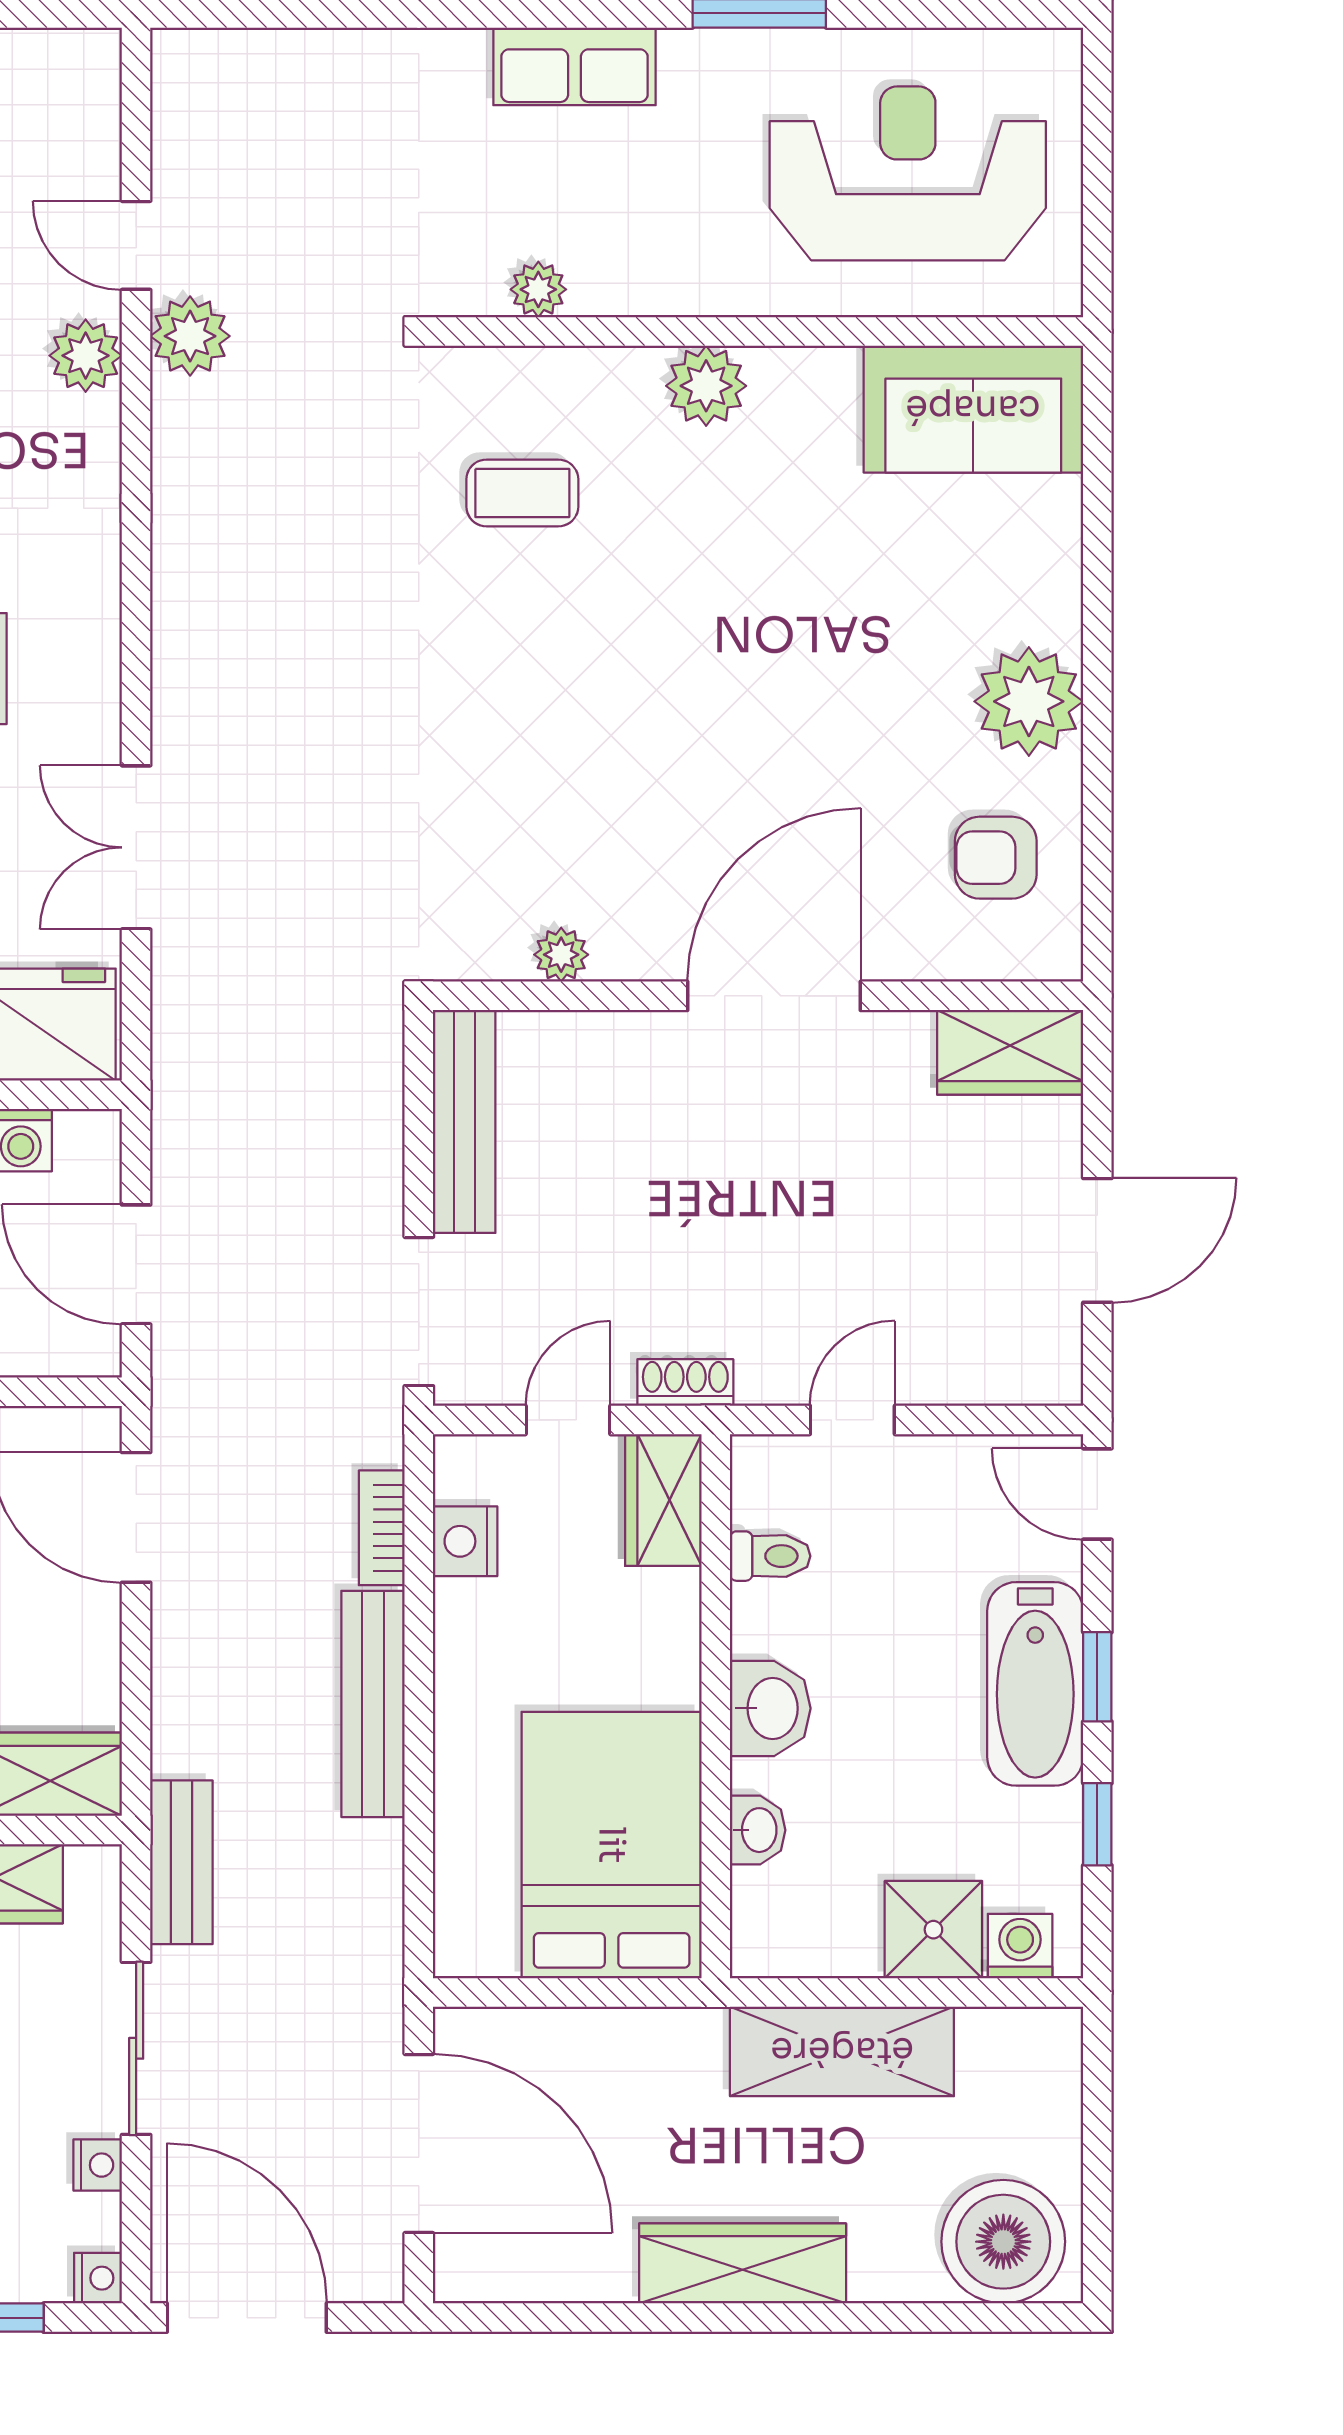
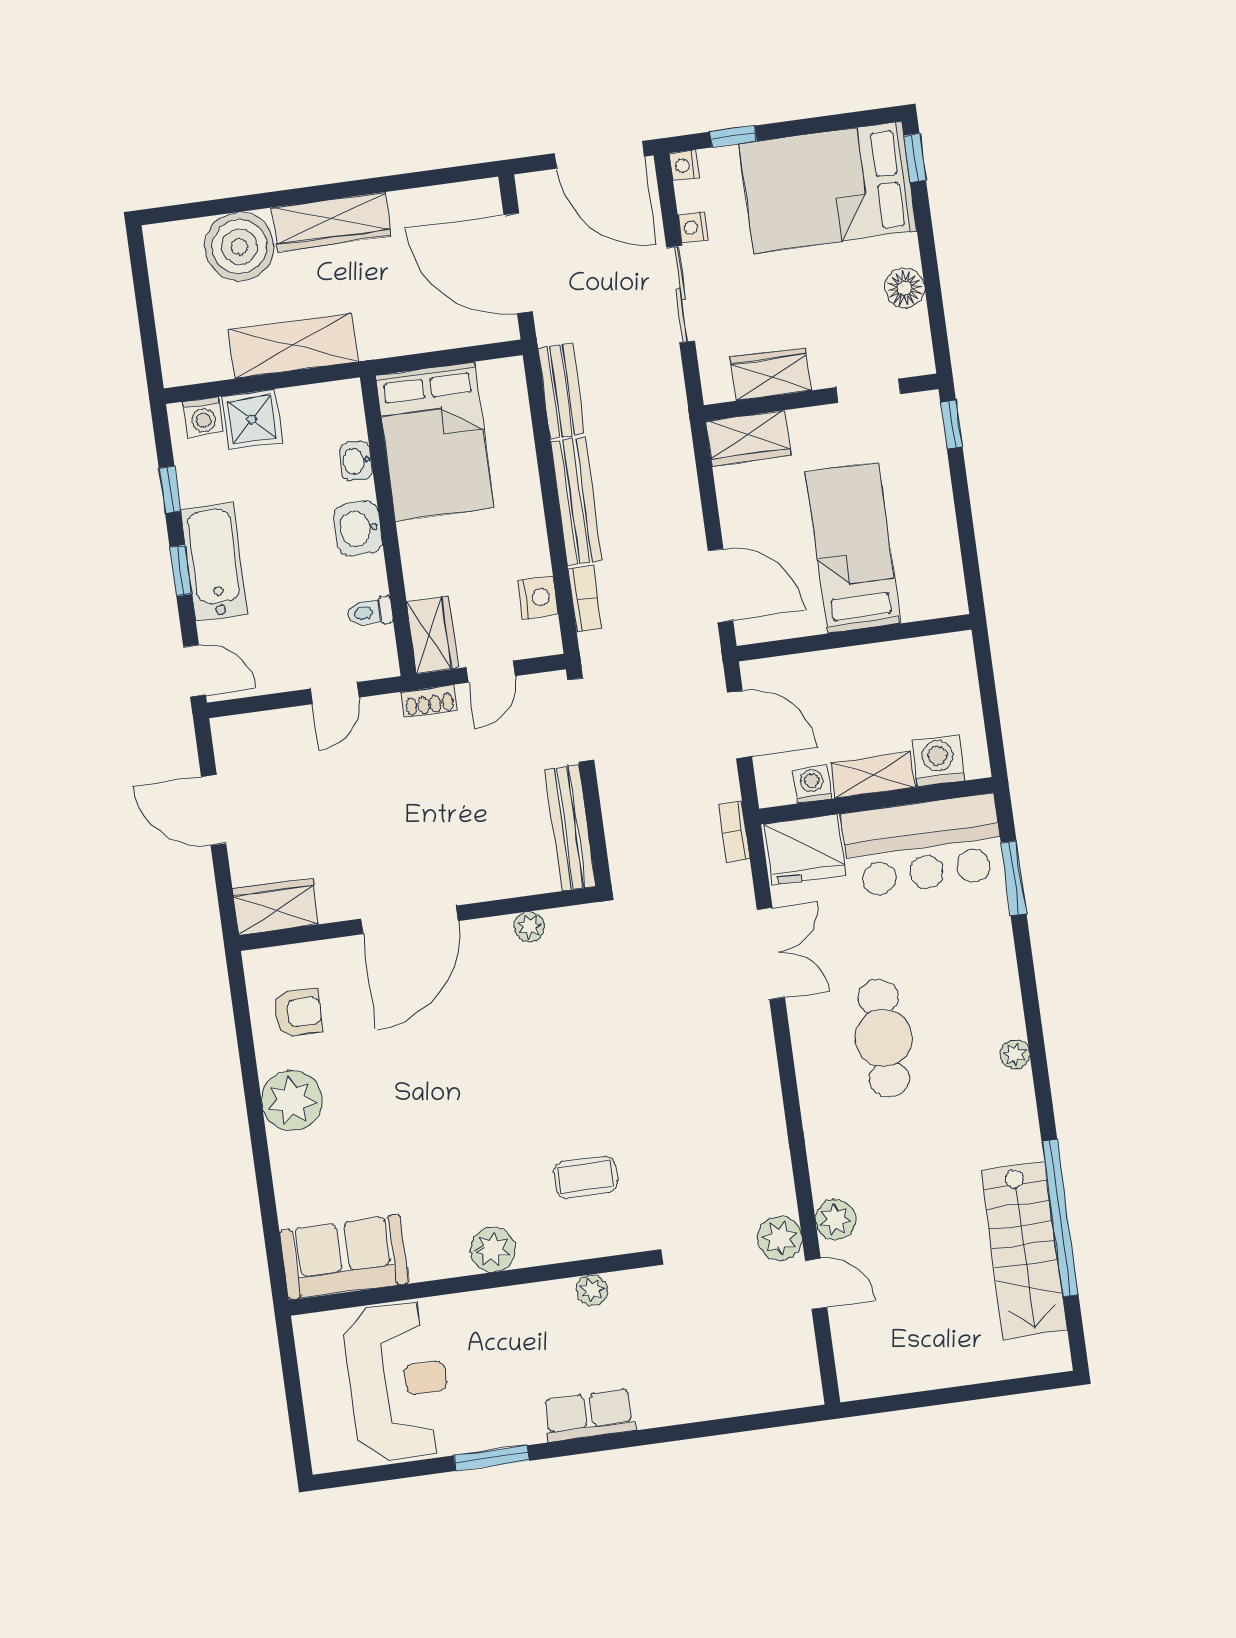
reception desk: (908, 173) -> (398, 1382), turned -90
bookcase: (171, 1074) -> (734, 832), added
door: (1097, 1240) -> (214, 810), hinge flipped
bench: (181, 1862) -> (561, 391), moved
boiler: (1003, 2242) -> (239, 247), moved

